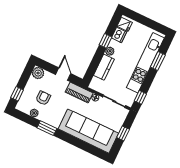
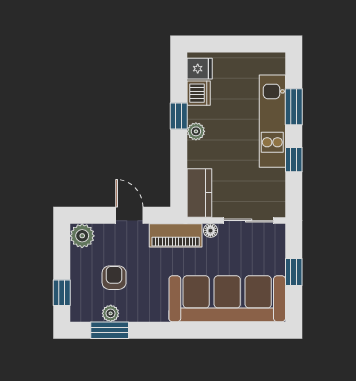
kitchen unit: (145, 63) -> (272, 121), width x0.73
kitchen counter: (104, 67) -> (199, 193), moved
window: (140, 97) -> (294, 160), moved
window: (47, 128) -> (110, 330), moved

